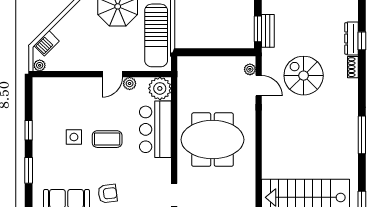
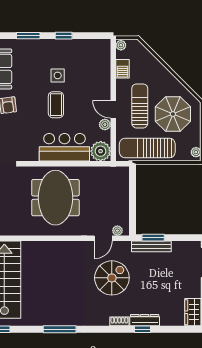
bench: (268, 31) -> (151, 246), width x1.36
barbecue: (47, 43) -> (123, 69), moved, turned -135
sun lounger: (108, 44) -> (140, 106), added

